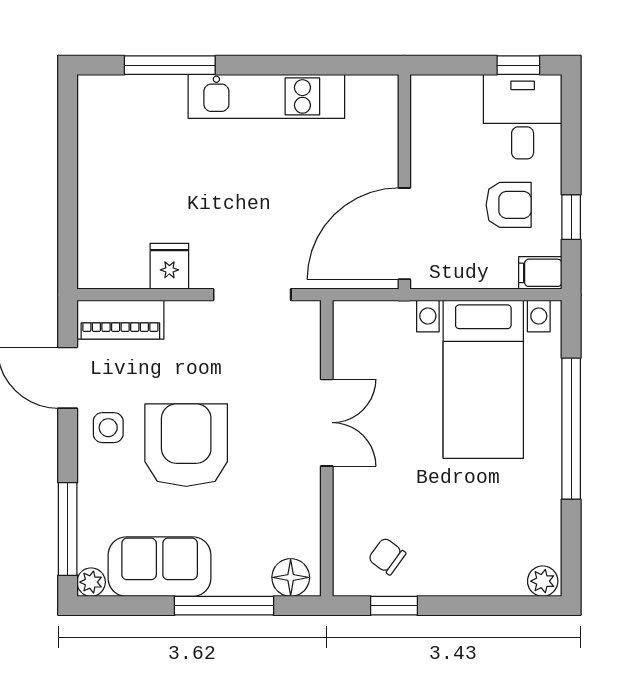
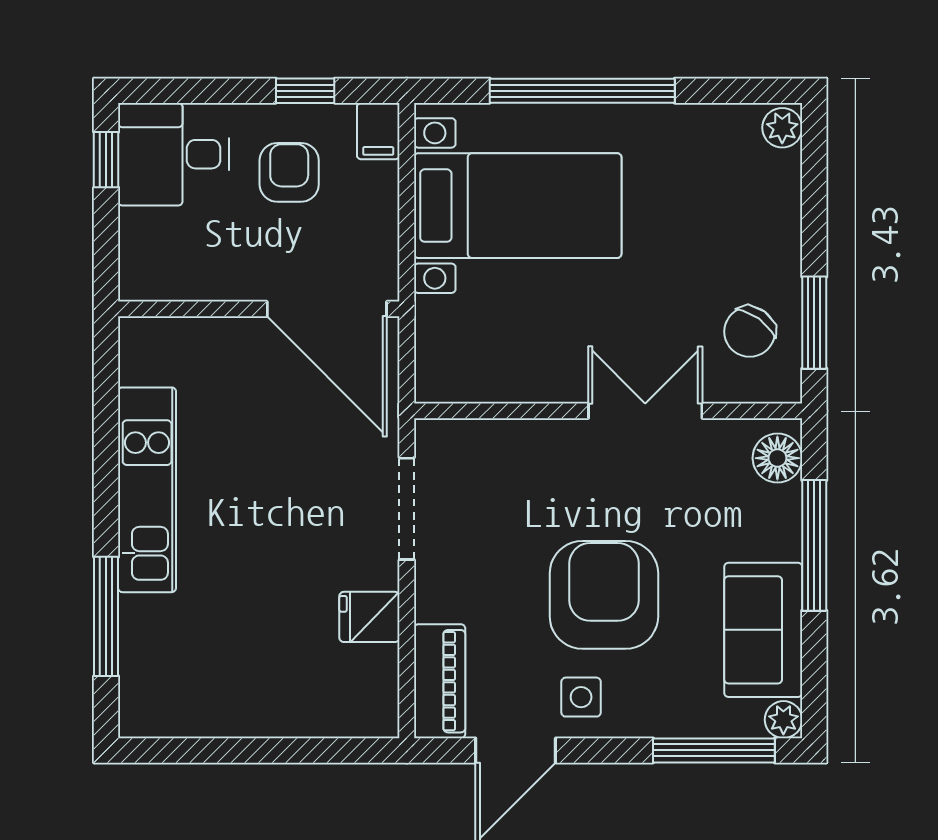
double door: (327, 423) -> (645, 411), moved
armchair: (186, 445) -> (604, 595), turned 90
chair: (387, 556) -> (750, 332), width x1.37, depth x1.37
window: (394, 606) -> (814, 323), width x1.50

